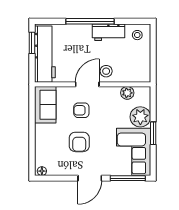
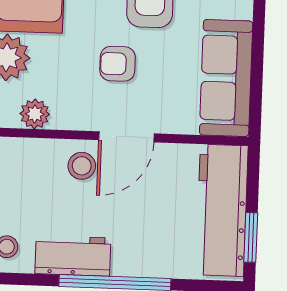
sofa: (45, 105) -> (226, 78), width x1.36
armchair: (81, 110) -> (118, 64), moved, turned 180

